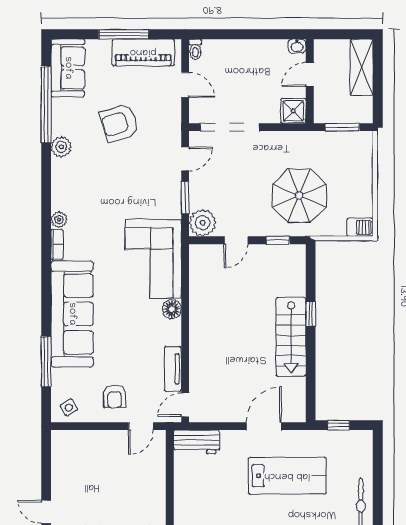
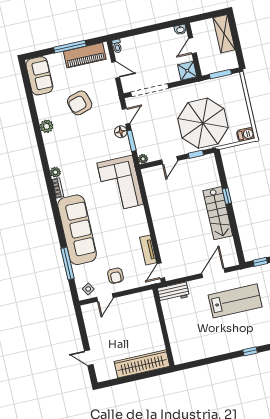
window: (46, 104) -> (31, 102), removed
parasol: (299, 196) -> (203, 123), width x1.36, depth x1.36
plant: (203, 223) -> (143, 159), width x0.53, depth x0.53
floor lamp: (172, 309) -> (121, 132), moved
door: (141, 426) -> (105, 298), moved

